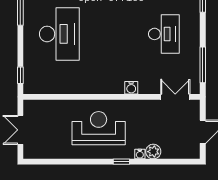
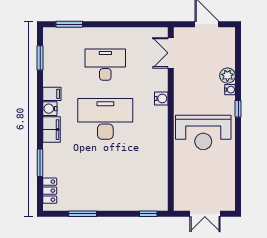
desk: (59, 34) -> (105, 119), moved
window: (203, 65) -> (137, 24), removed
reception desk: (99, 128) -> (203, 132), turned -90

